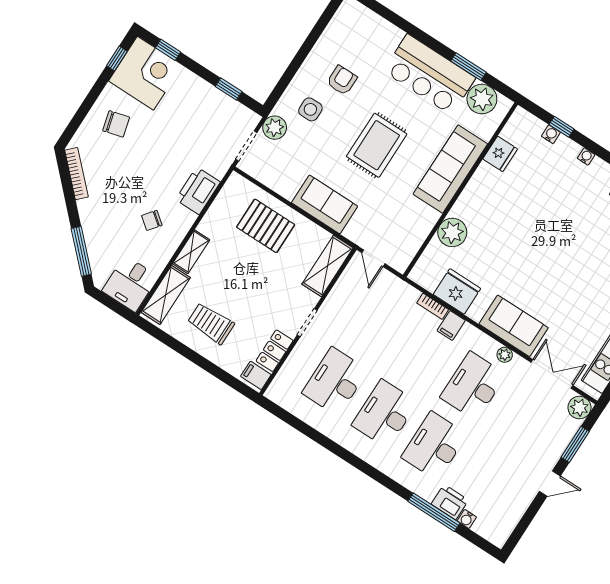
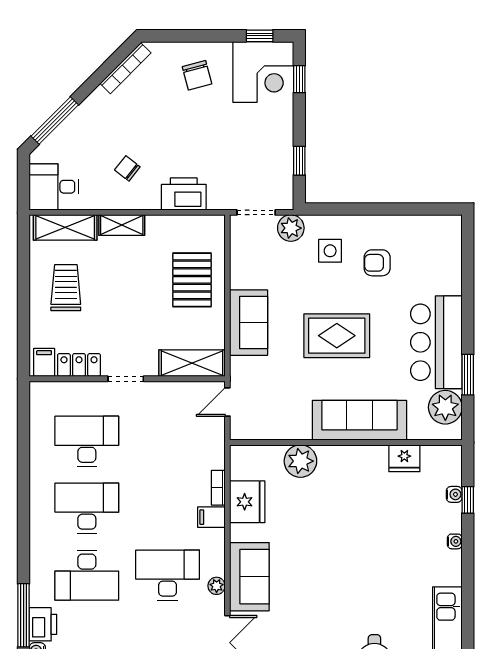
armchair: (342, 80) -> (377, 263), turned 180
desk: (434, 446) -> (87, 575), turned 180

